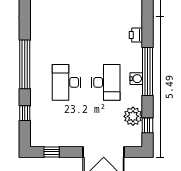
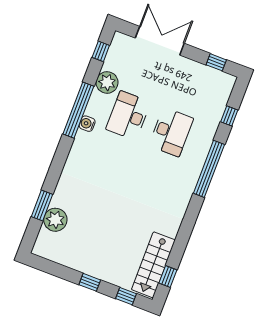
printer: (136, 35) -> (76, 155), removed
water cooler: (136, 79) -> (87, 124), moved
plant: (133, 116) -> (107, 82), moved

